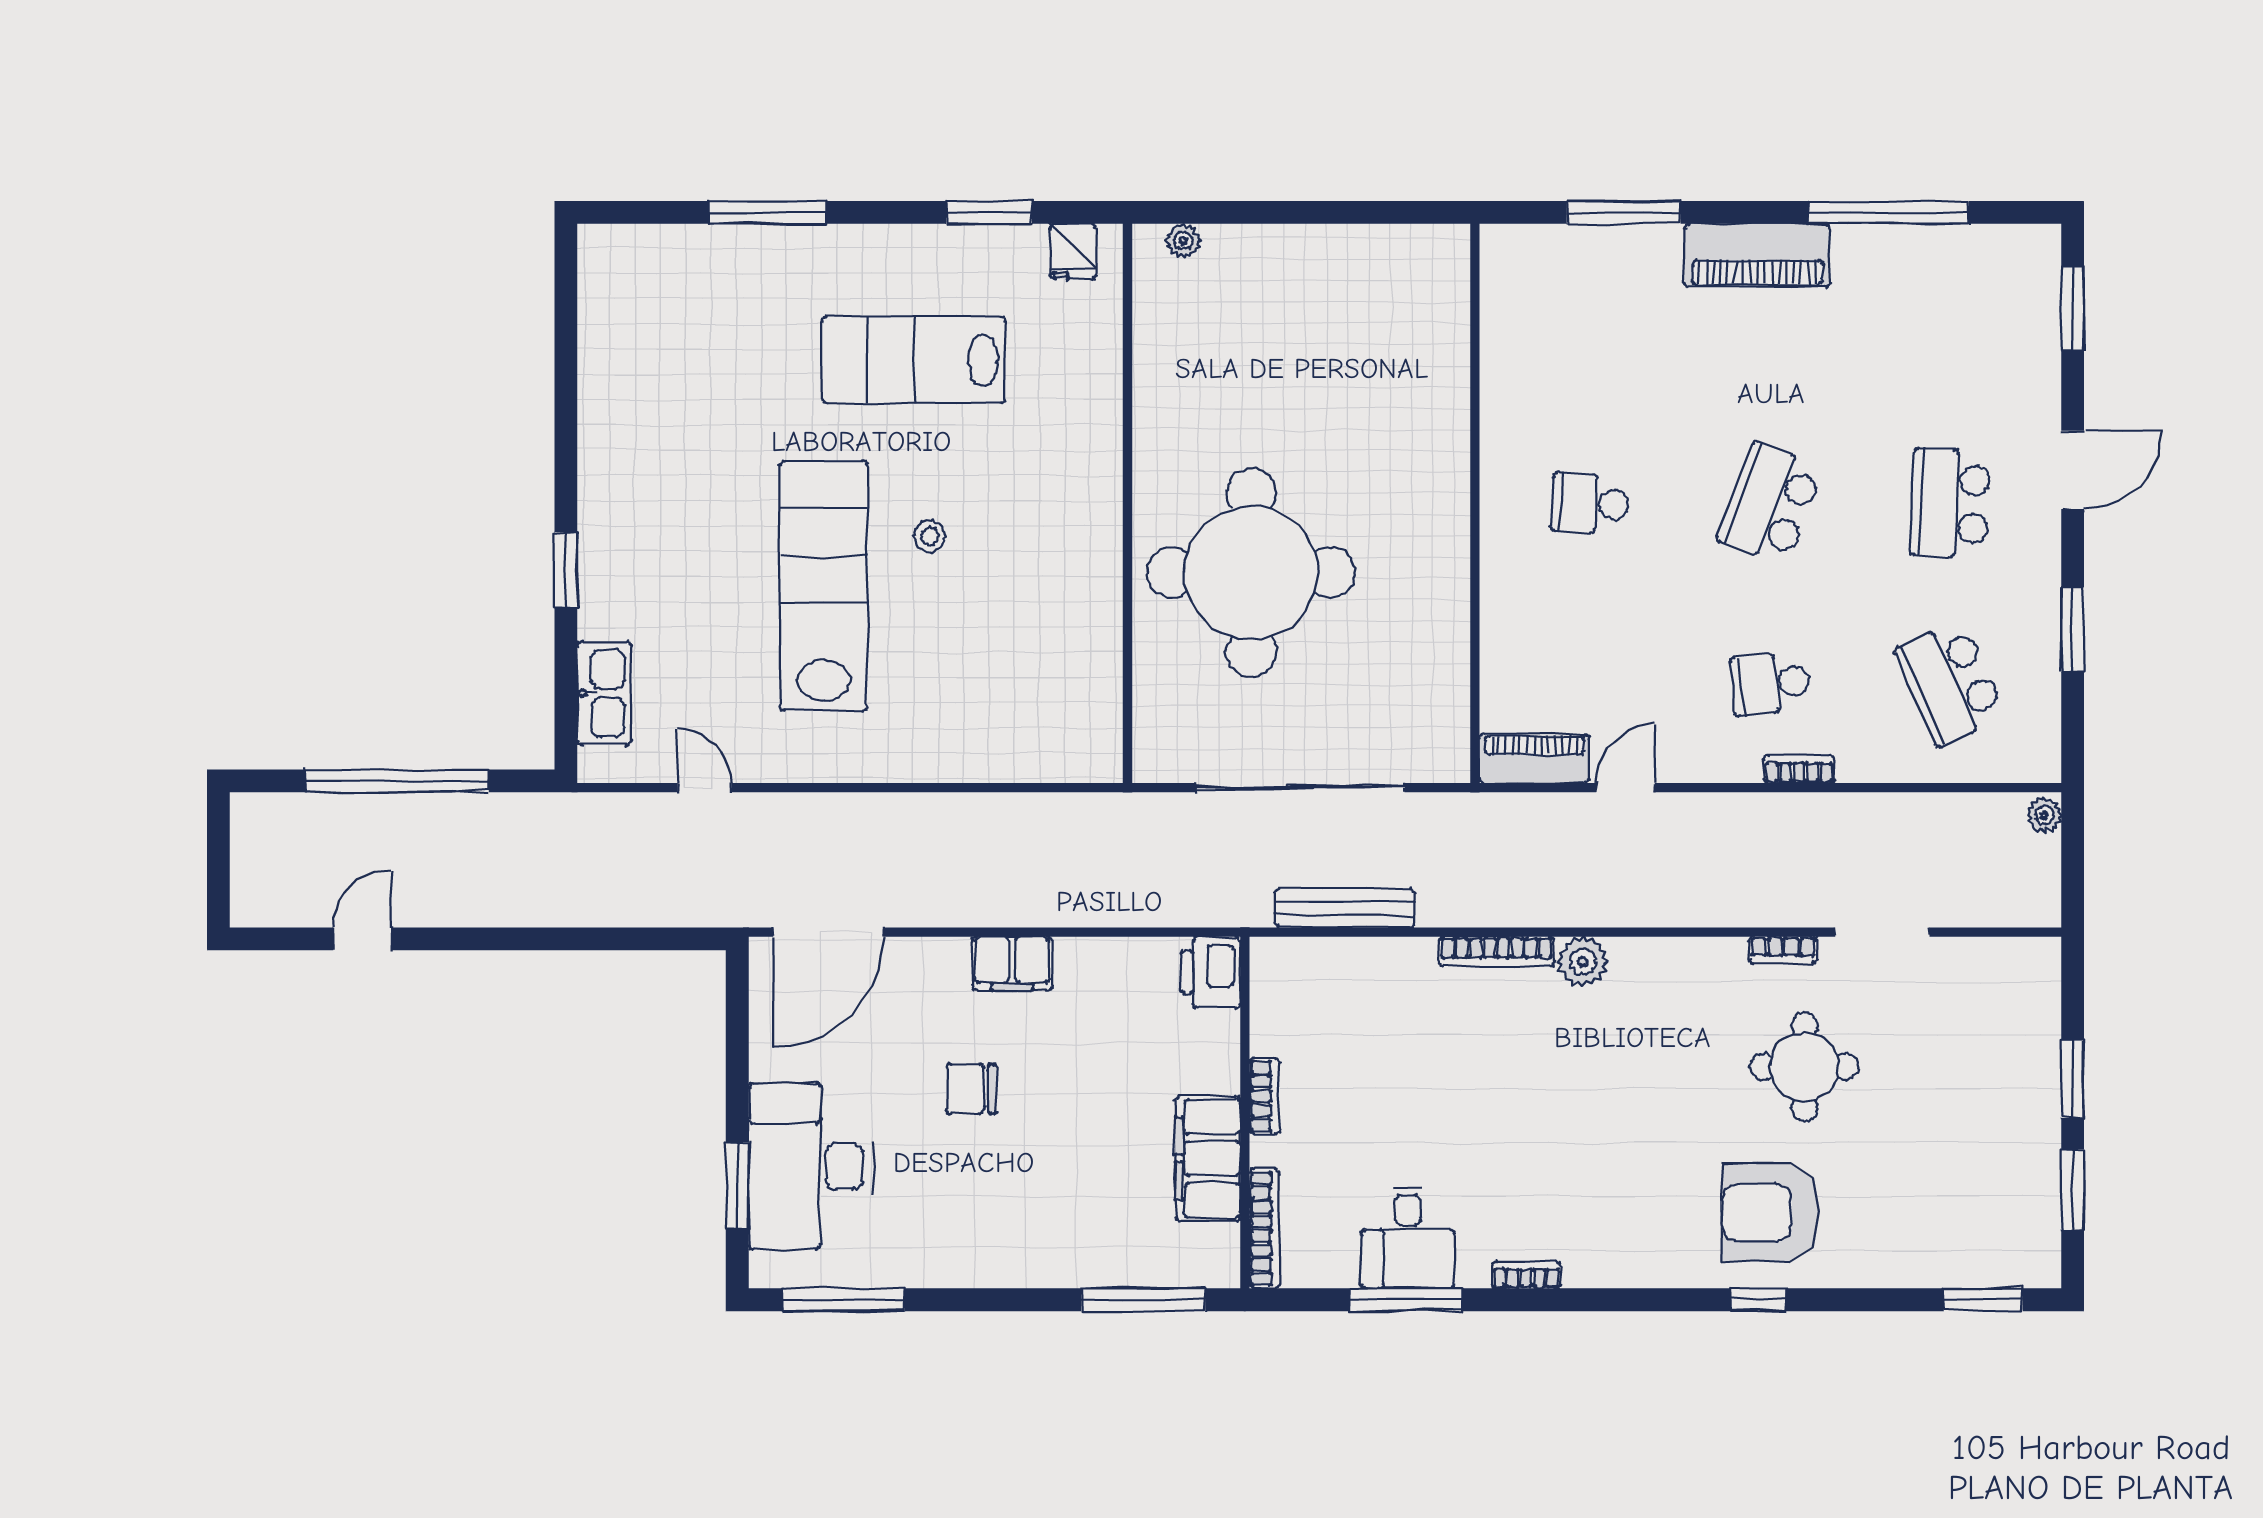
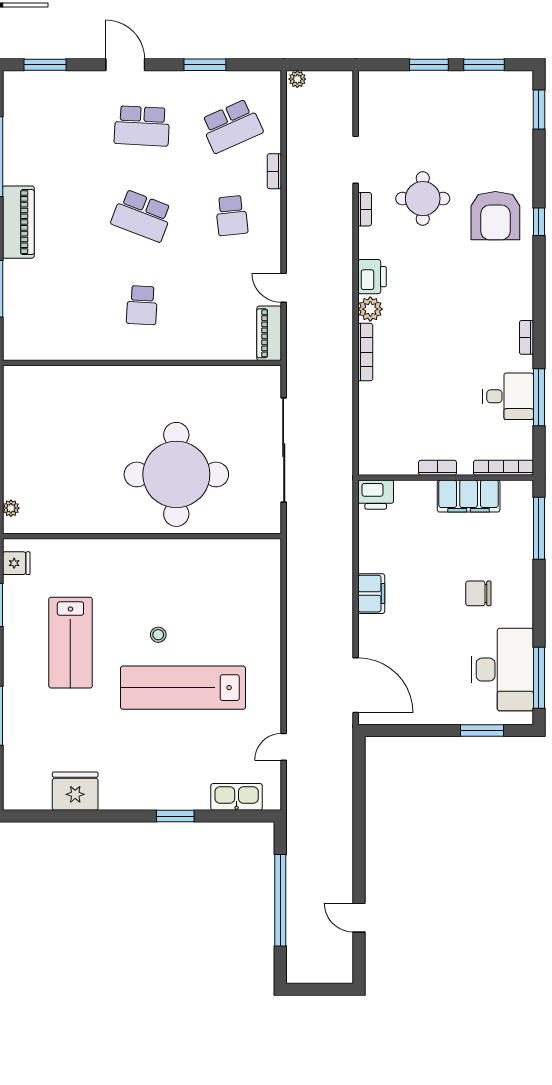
fridge: (616, 370) -> (75, 791), added
bookcase: (1799, 769) -> (274, 171), moved
bench: (1345, 908) -> (344, 428), removed
printer: (1648, 965) -> (372, 277), added
chair: (971, 1089) -> (478, 593), moved, turned 90
desk: (811, 1166) -> (502, 670), moved, turned -90

